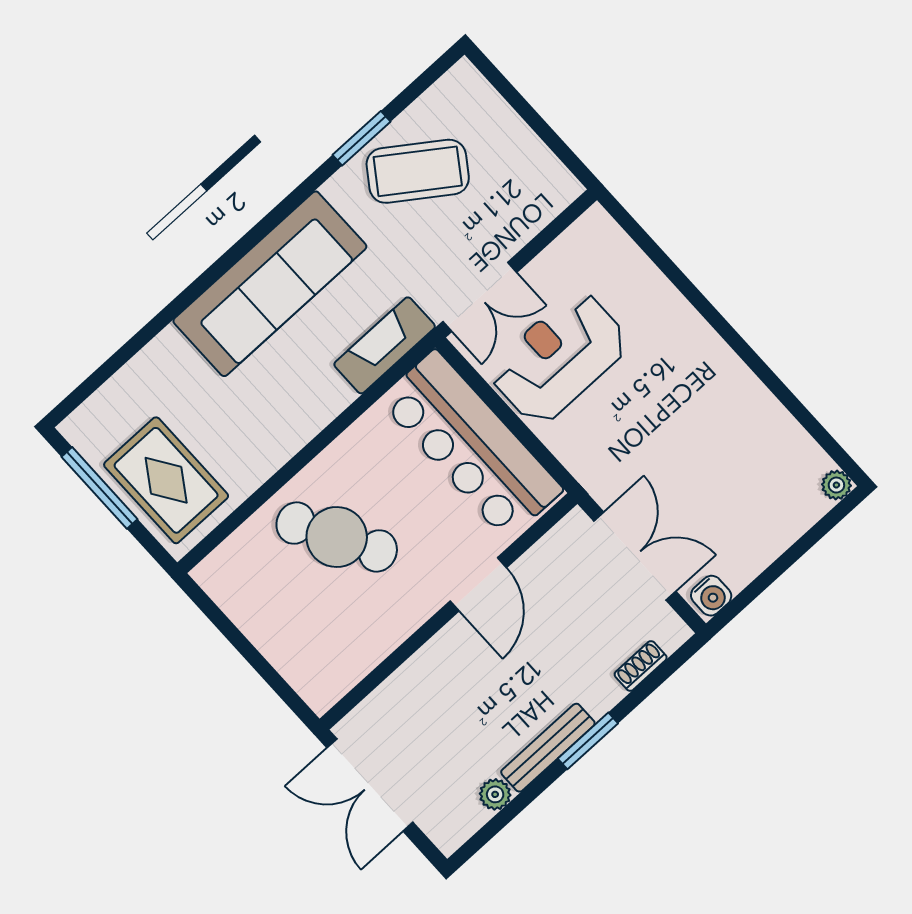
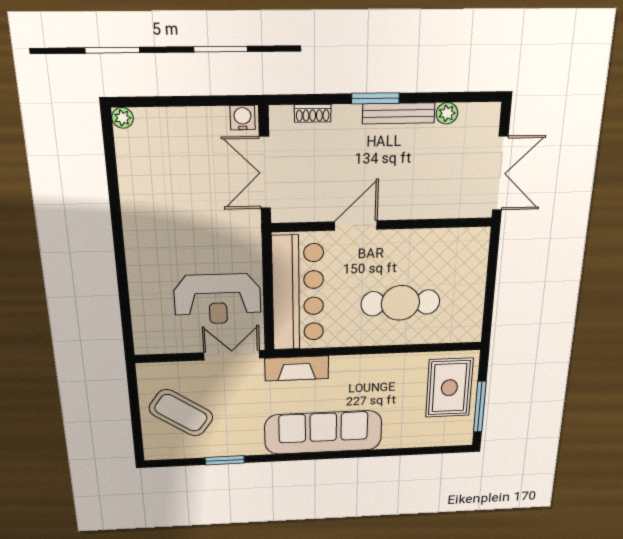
coffee table: (418, 171) -> (181, 413), moved
cafe table: (337, 537) -> (400, 303), turned -61

